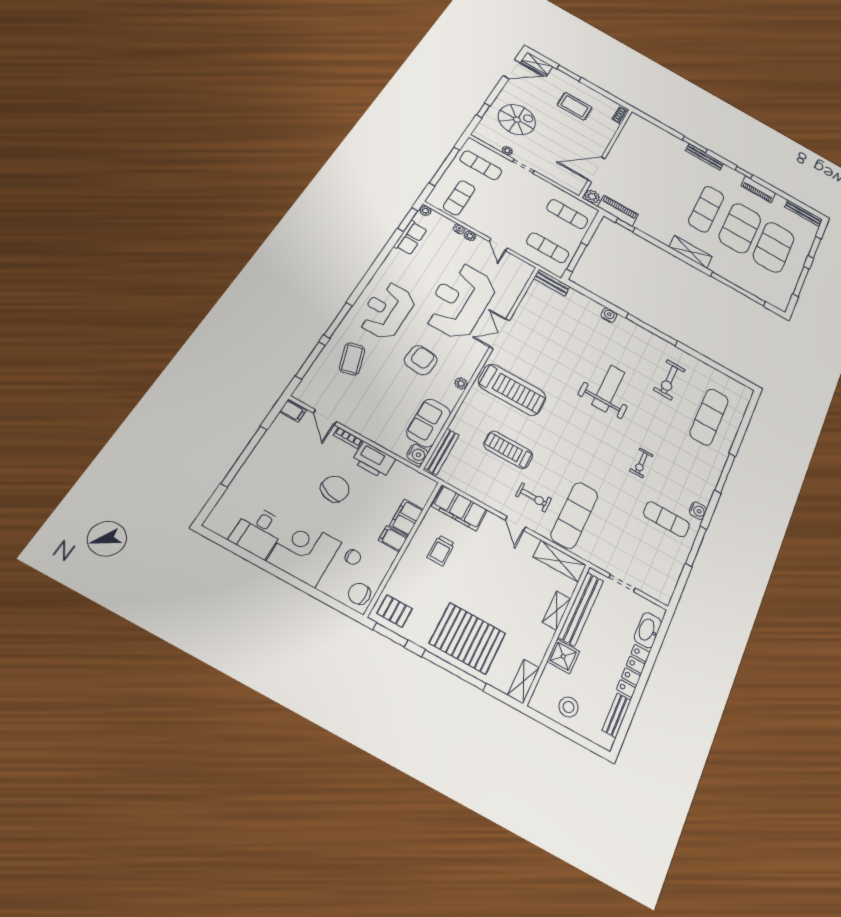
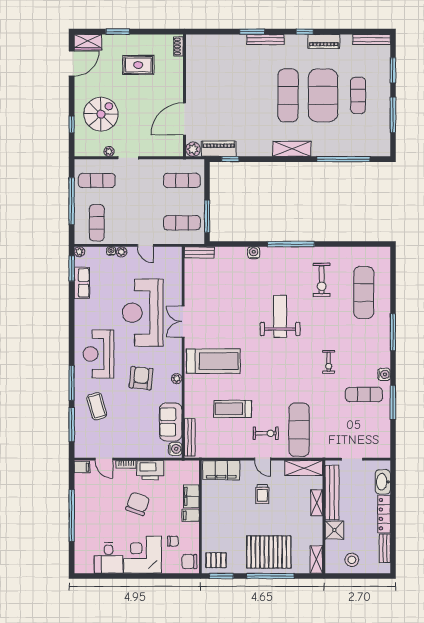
exercise mat: (774, 247) -> (358, 95), width x0.50, depth x0.69
trolley: (441, 550) -> (262, 494), moved

